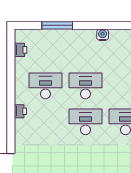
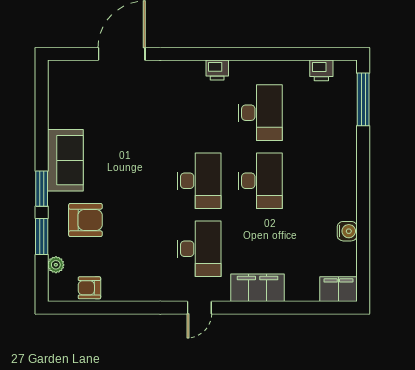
window: (57, 25) -> (363, 99), moved
water cooler: (103, 35) -> (347, 231), moved

